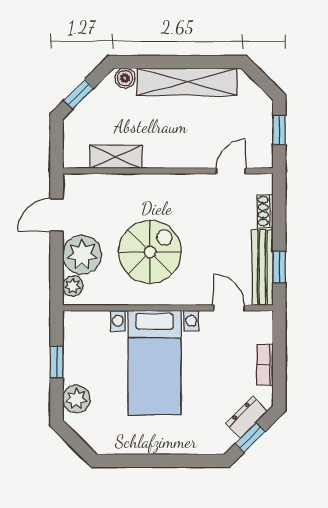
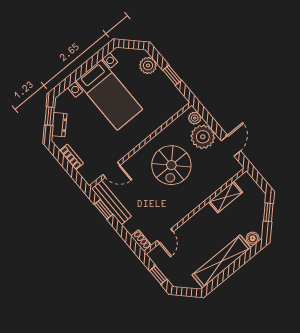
shoe rack: (265, 211) -> (141, 241), moved
bed with nightstands: (155, 363) -> (109, 95), moved, turned 180

